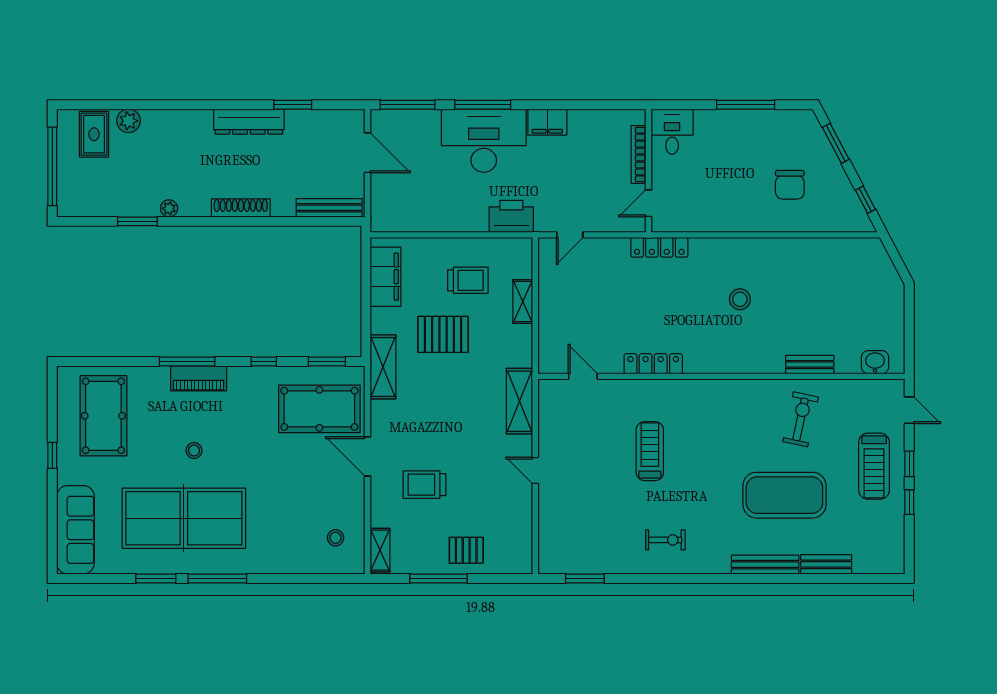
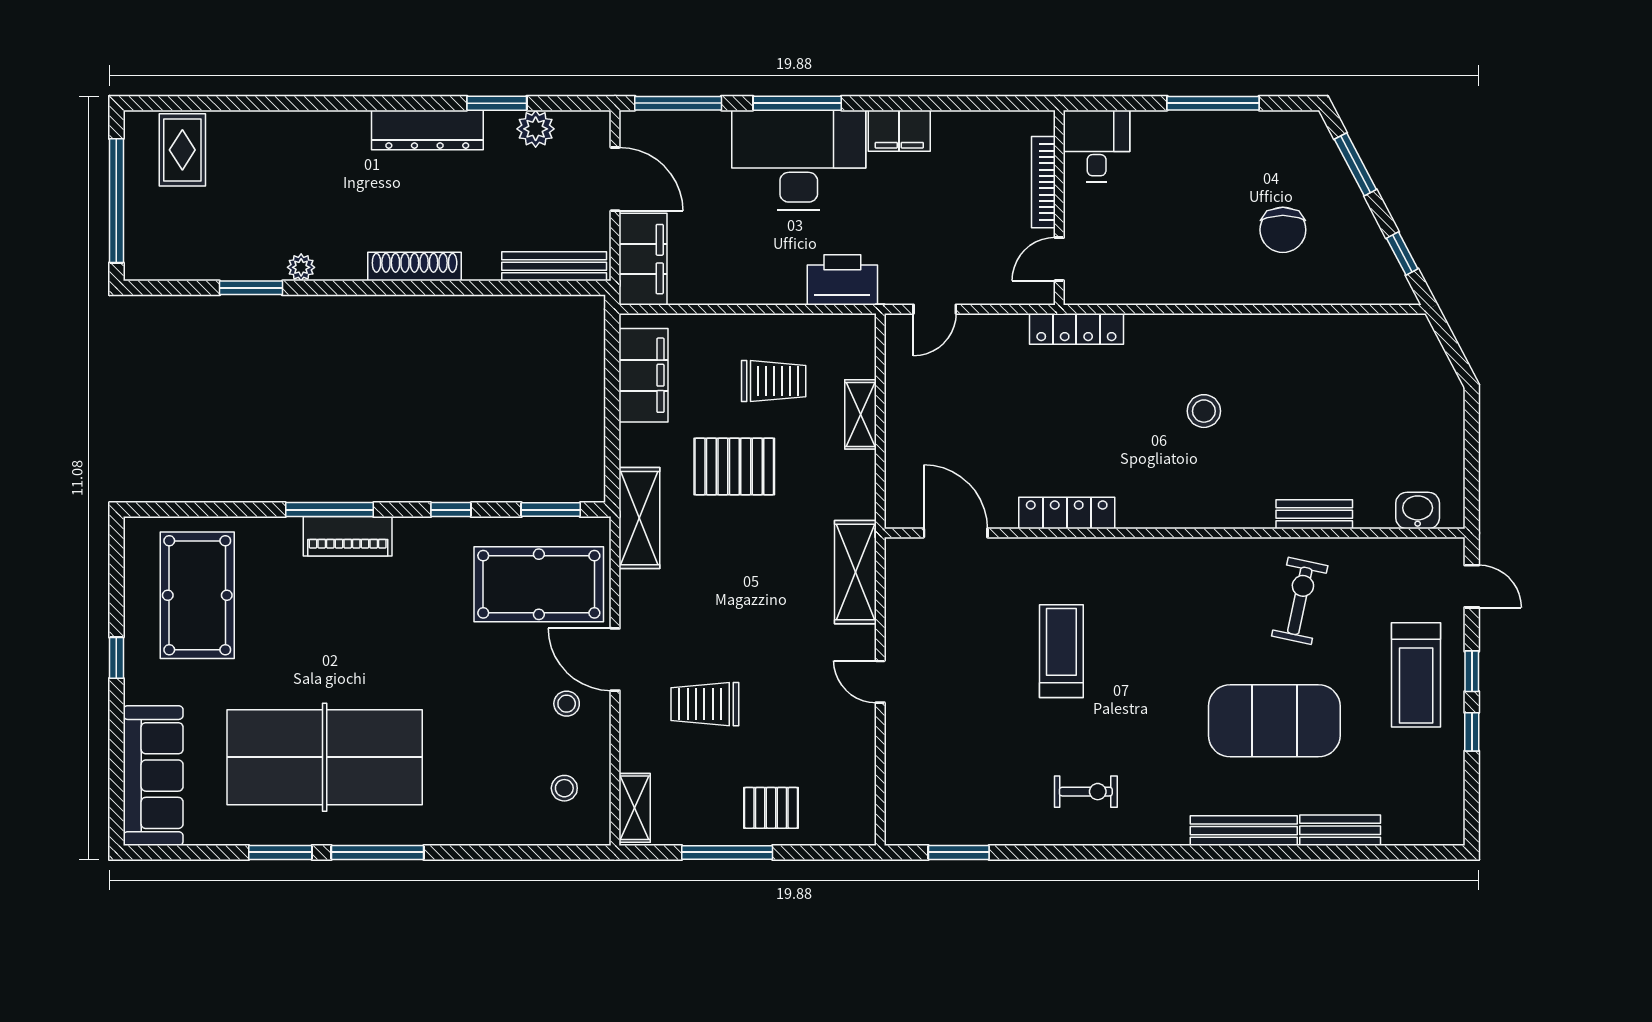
plant: (129, 121) -> (536, 129), moved
filing cabinet: (385, 203) -> (643, 259), added
door: (583, 376) -> (956, 533), width x1.38
stool: (194, 450) -> (567, 704), moved

